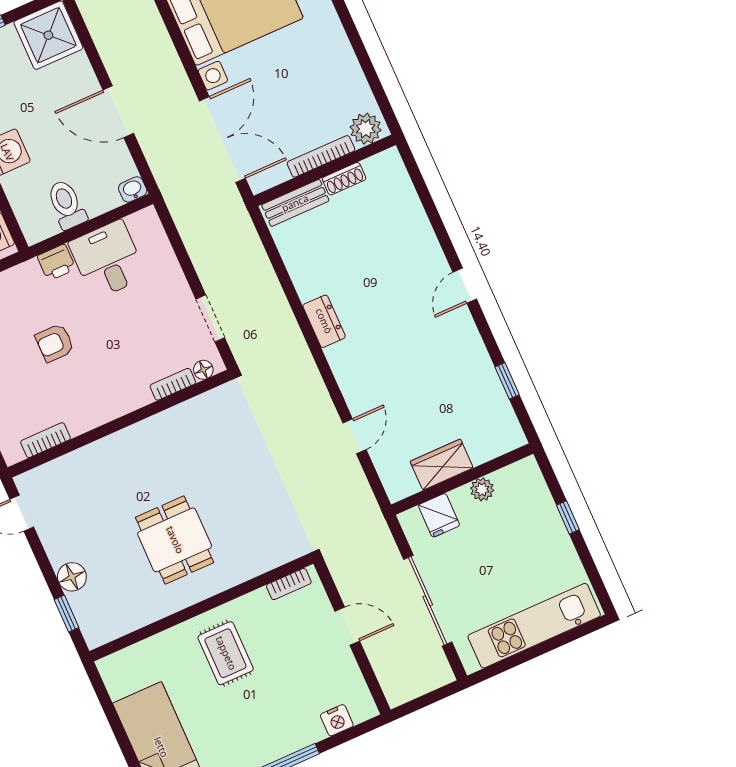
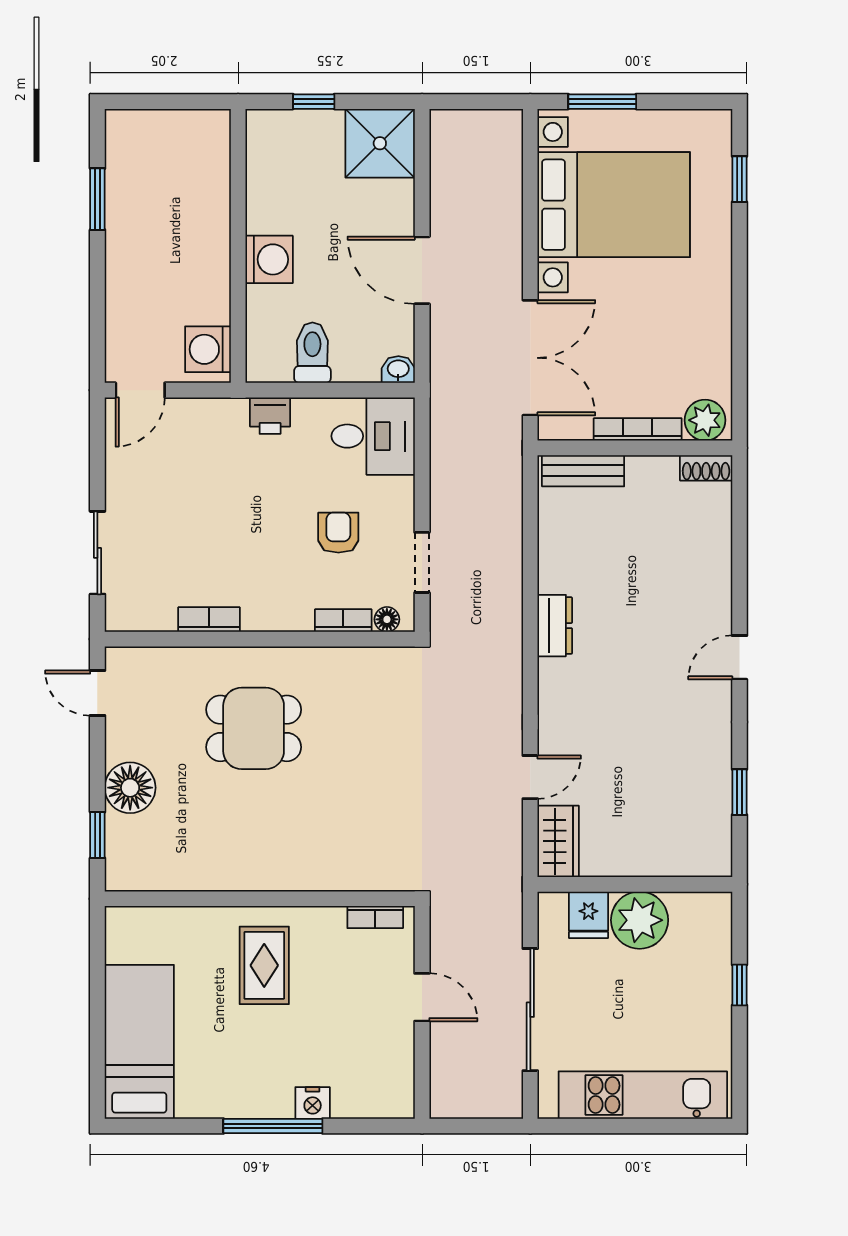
shoe rack: (344, 179) -> (706, 468), moved
desk: (108, 260) -> (373, 436), moved, turned 90
armchair: (55, 343) -> (338, 533), moved, turned 90
bookcase: (46, 440) -> (209, 619), moved
wardrobe: (442, 465) -> (558, 841), moved, turned 90
plant: (482, 489) -> (640, 920), width x1.87, depth x1.87
dining table: (175, 540) -> (254, 728), moved, turned 90
floor lamp: (72, 577) -> (130, 788), width x1.38, depth x1.38
nightstand: (337, 720) -> (313, 1103), moved

